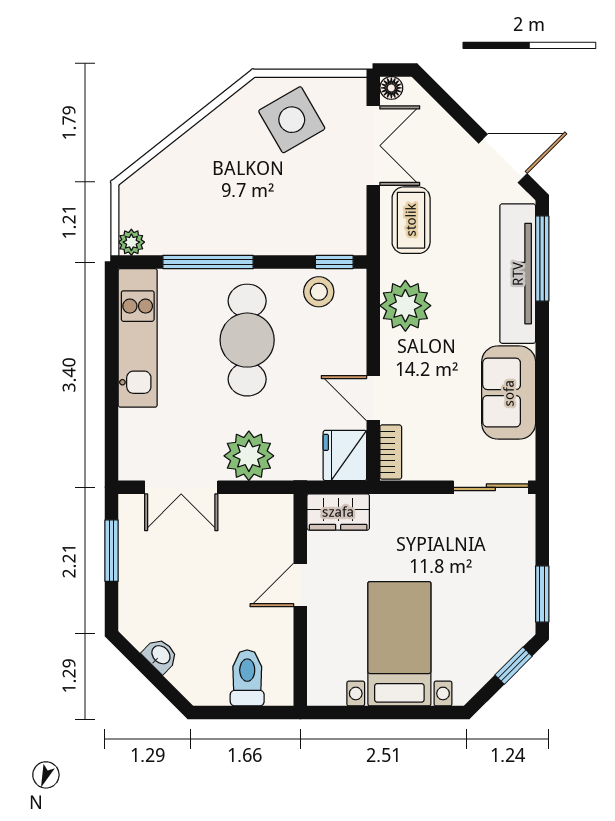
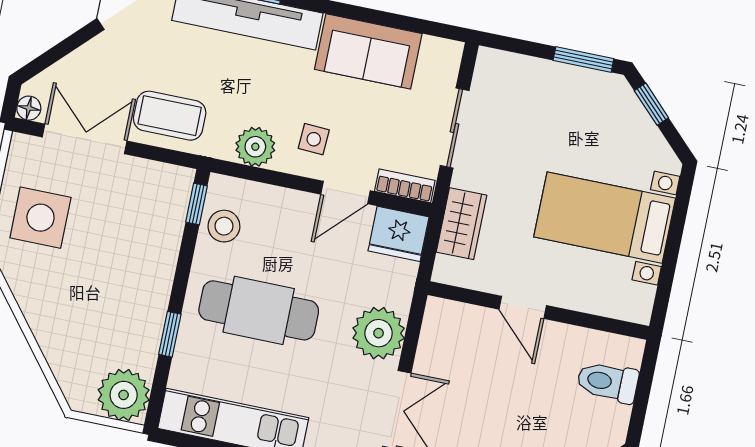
side table: (292, 120) -> (40, 218), turned 30
plant: (131, 242) -> (124, 395), width x1.88, depth x1.88
window: (208, 262) -> (170, 334), width x0.46
plant: (405, 306) -> (255, 147), width x0.73, depth x0.73
side table: (417, 359) -> (314, 139), added
sliding door: (491, 487) -> (455, 128), moved
wardrobe: (338, 512) -> (462, 224), moved

